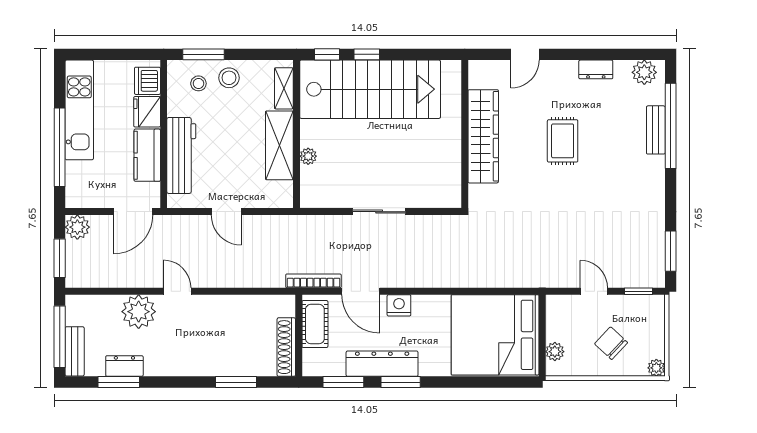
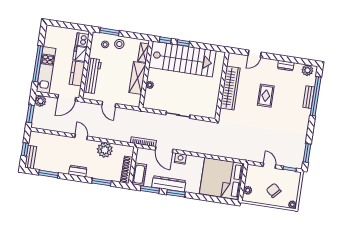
kitchen unit: (79, 110) -> (46, 70), moved
plant: (139, 312) -> (105, 150), moved
cot: (315, 324) -> (139, 174), moved
window: (60, 337) -> (25, 149), width x0.46
dresser: (124, 366) -> (78, 171), moved

